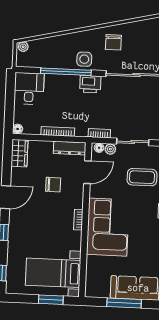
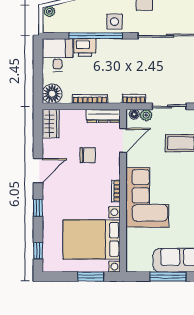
printer: (90, 84) -> (85, 48), moved
floor lamp: (18, 129) -> (52, 94), width x1.89, depth x1.89
bed with nightstands: (53, 273) -> (92, 239), width x1.36

